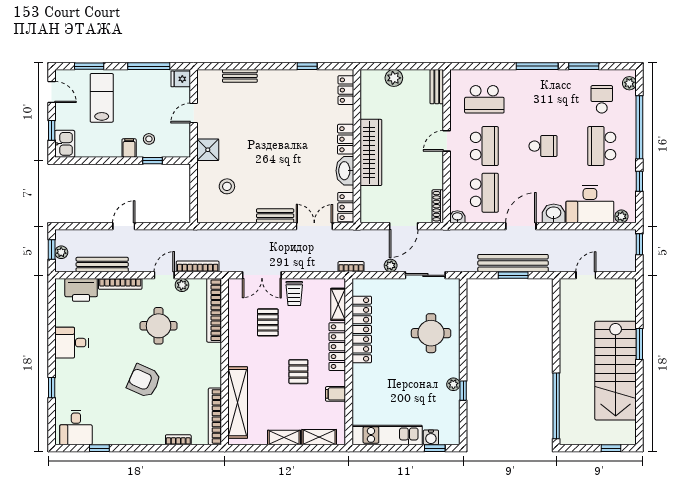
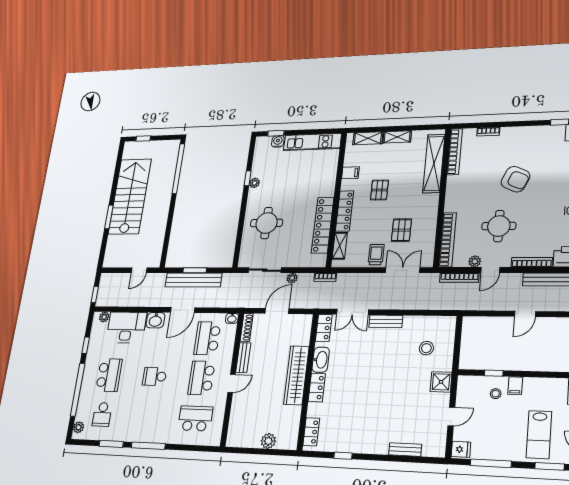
bench: (437, 87) -> (243, 358), moved

